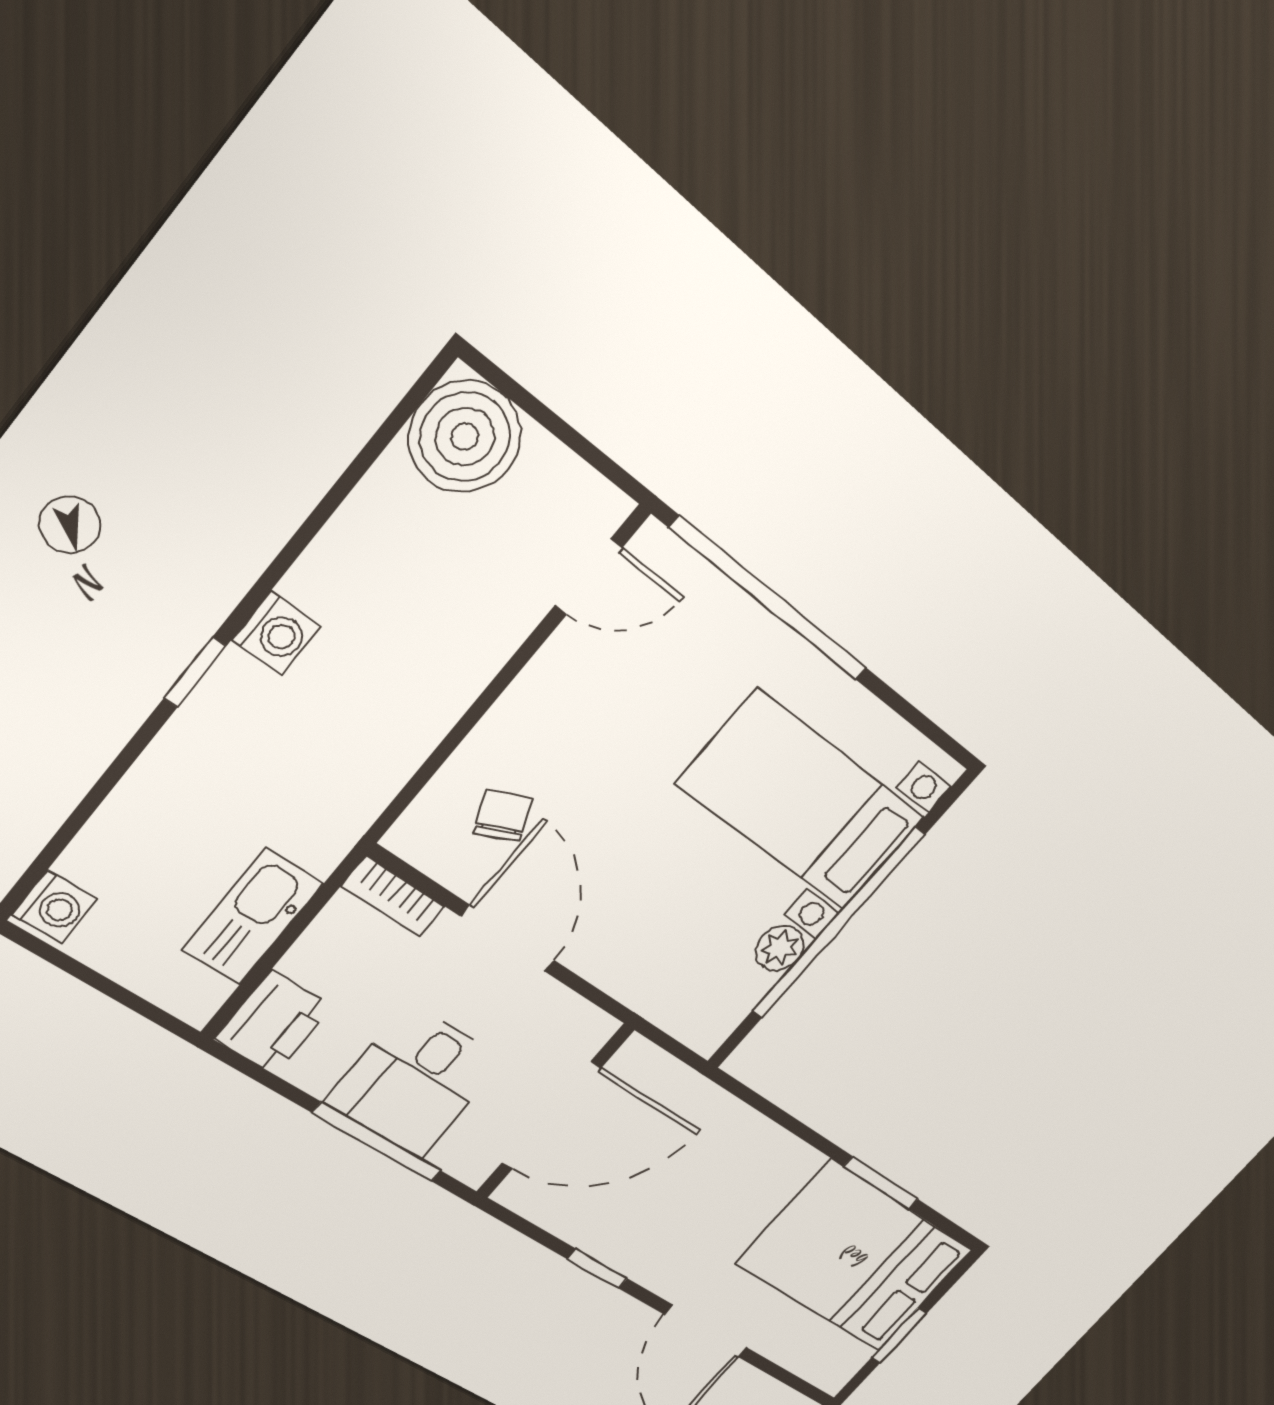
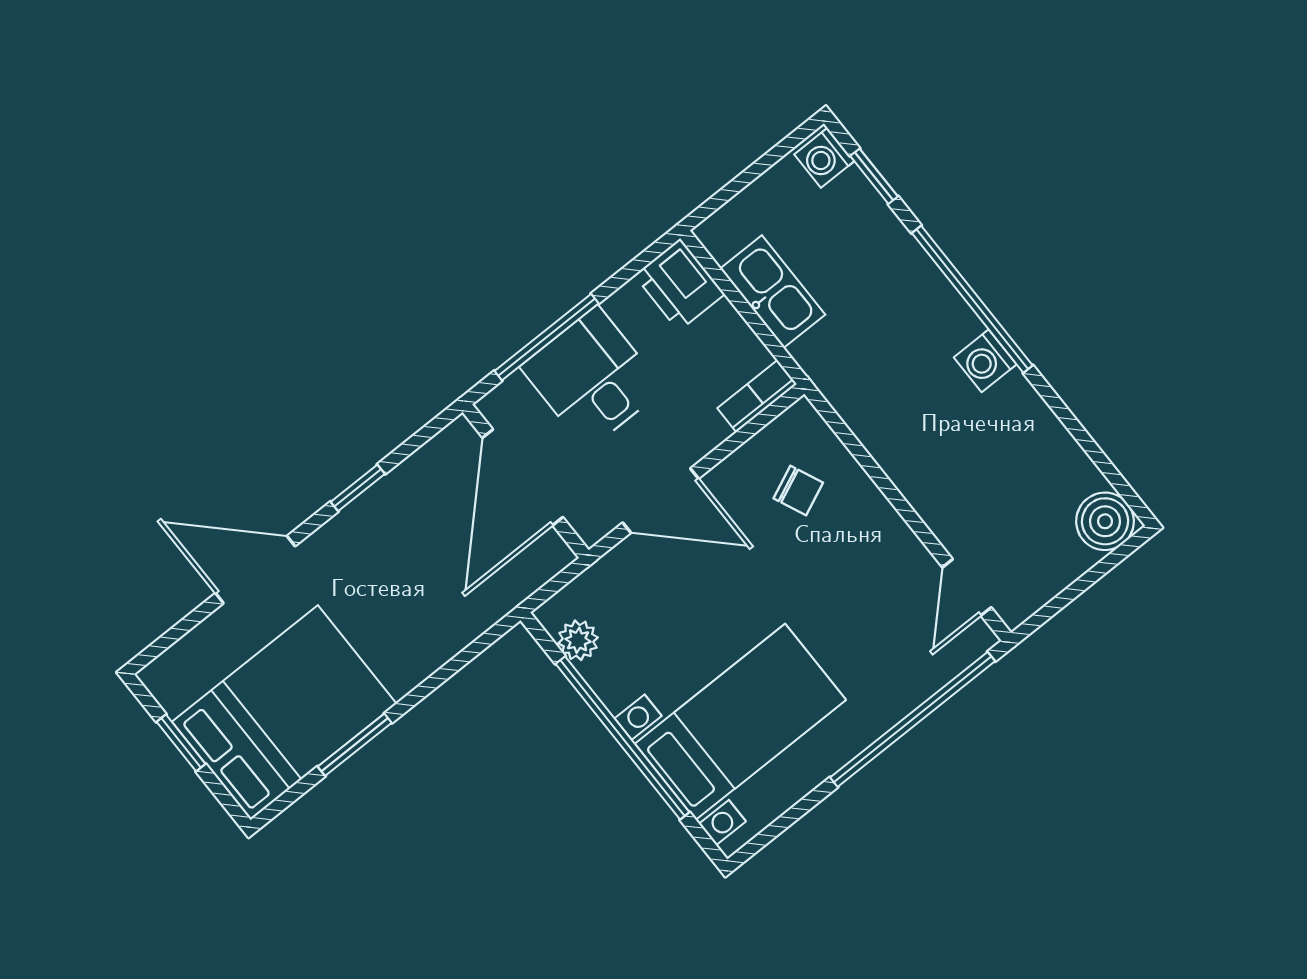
boiler: (465, 437) -> (1105, 521), width x0.73, depth x0.73
window: (195, 672) -> (972, 299), width x3.17
window: (60, 841) -> (874, 176), added
door: (508, 938) -> (661, 501), moved
plant: (780, 948) -> (578, 640), moved

